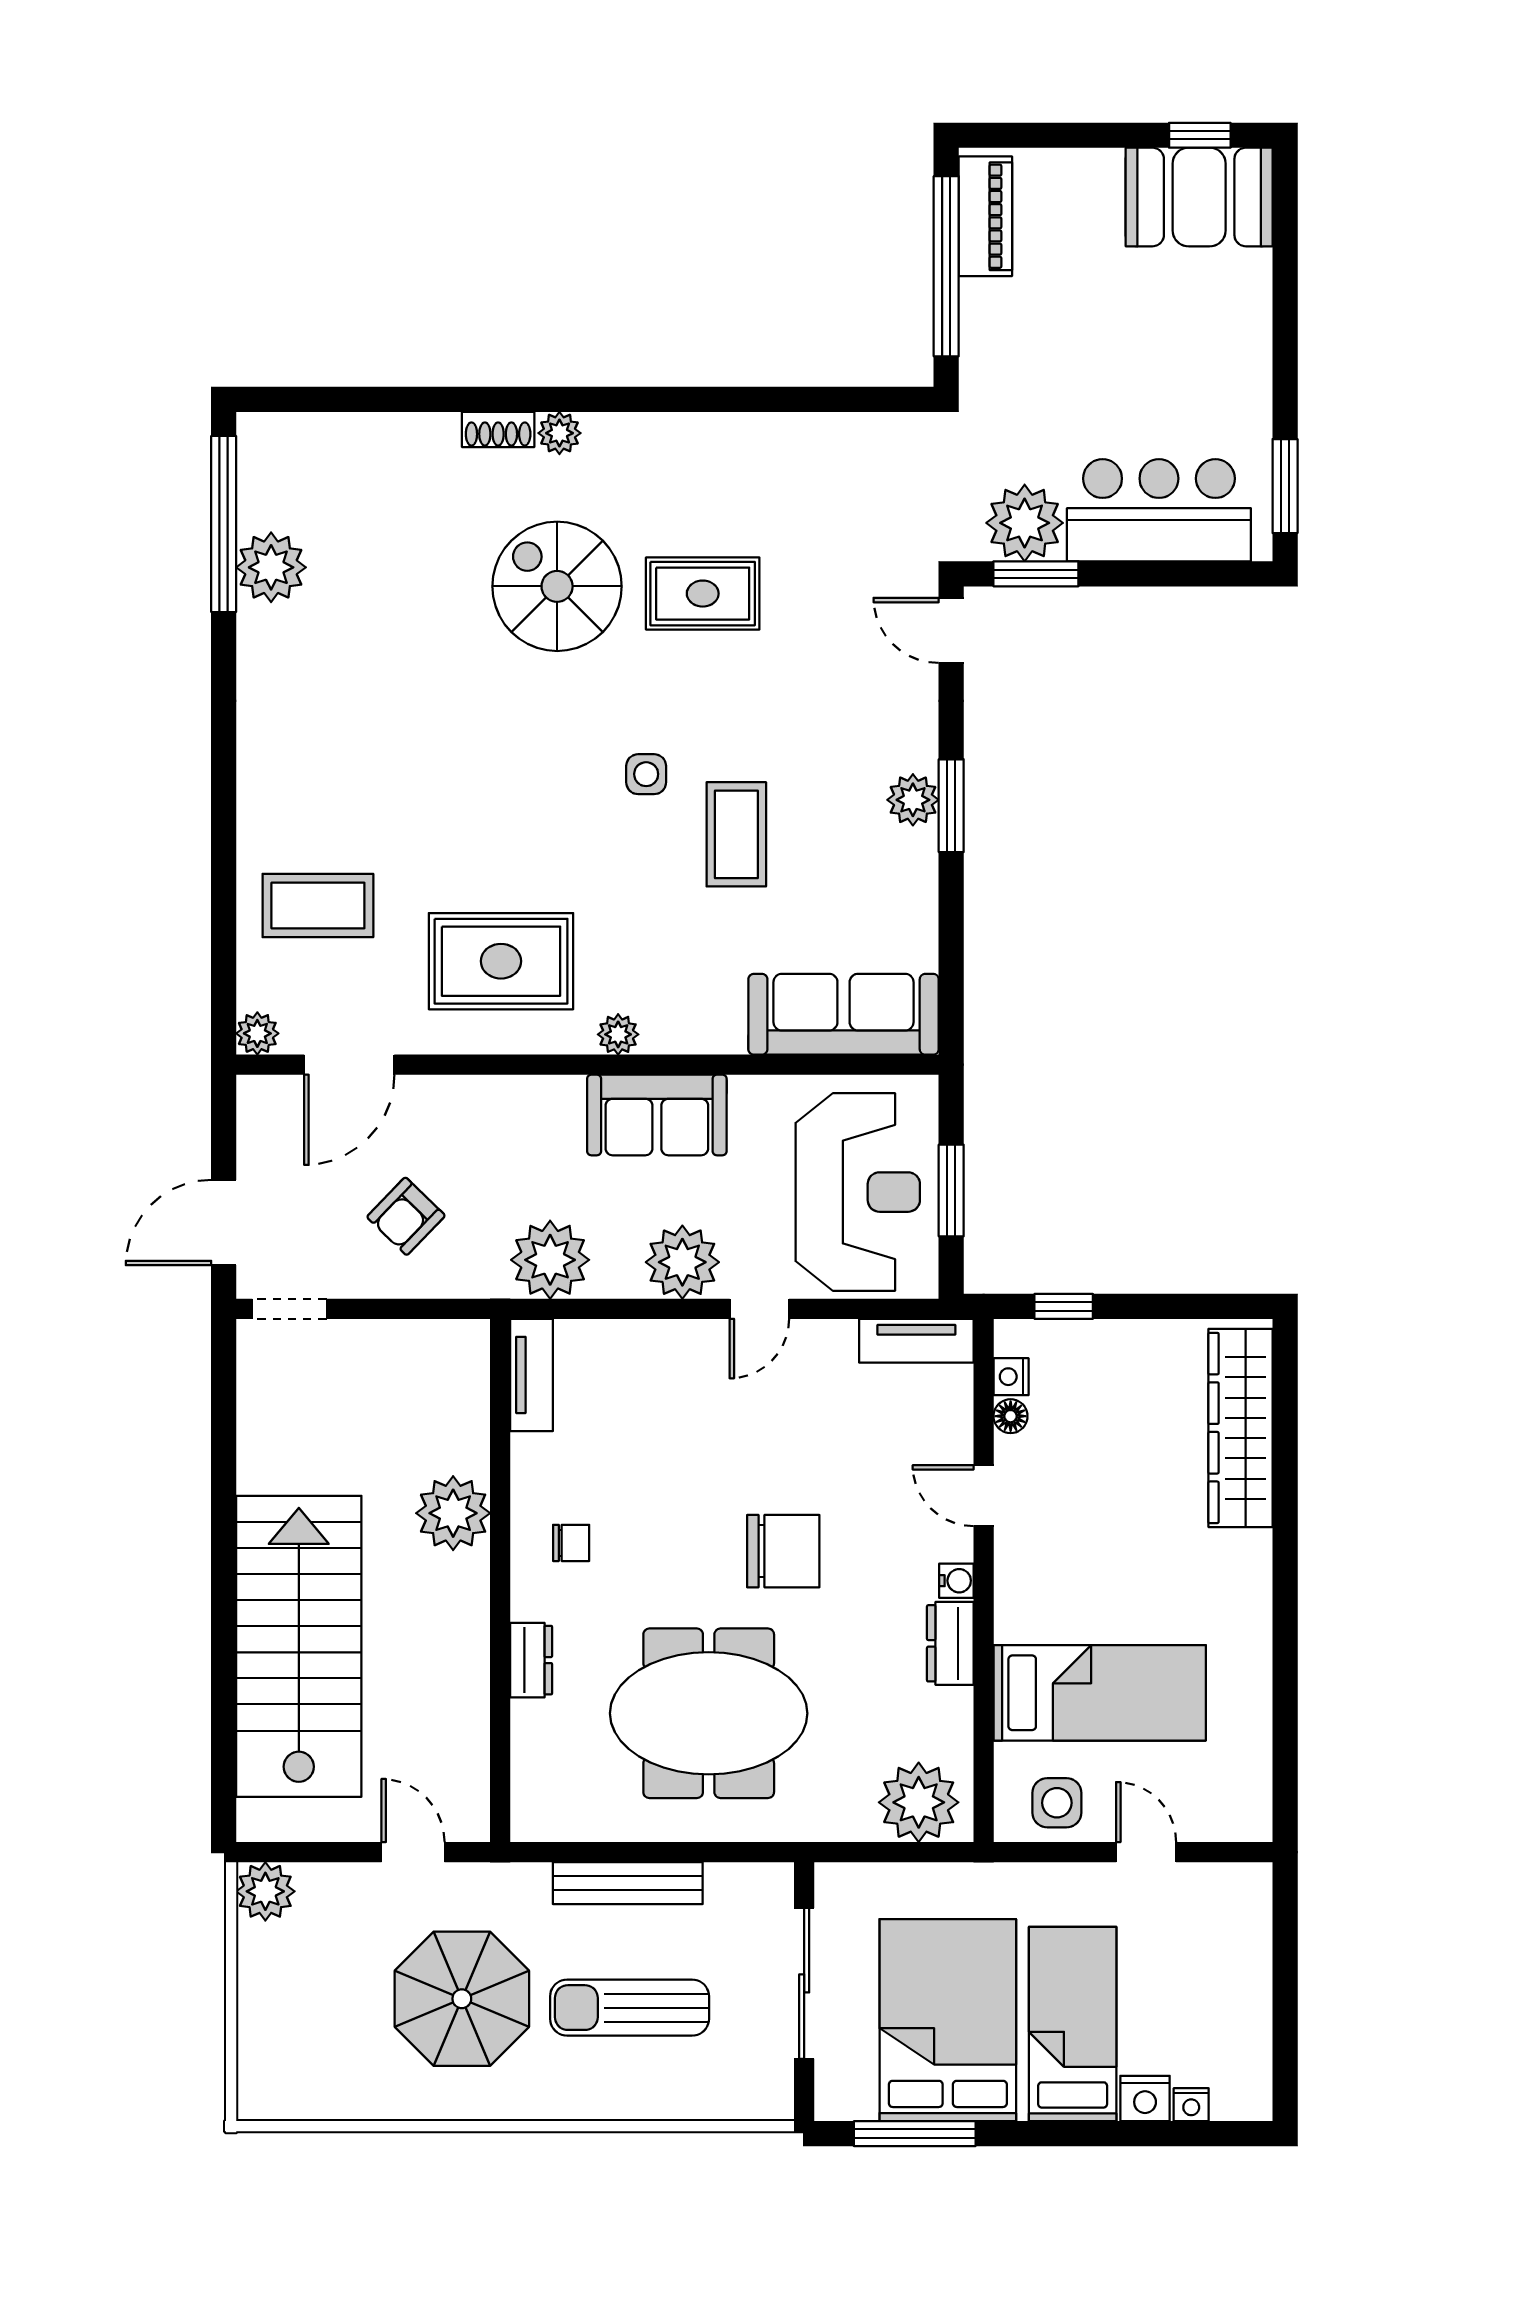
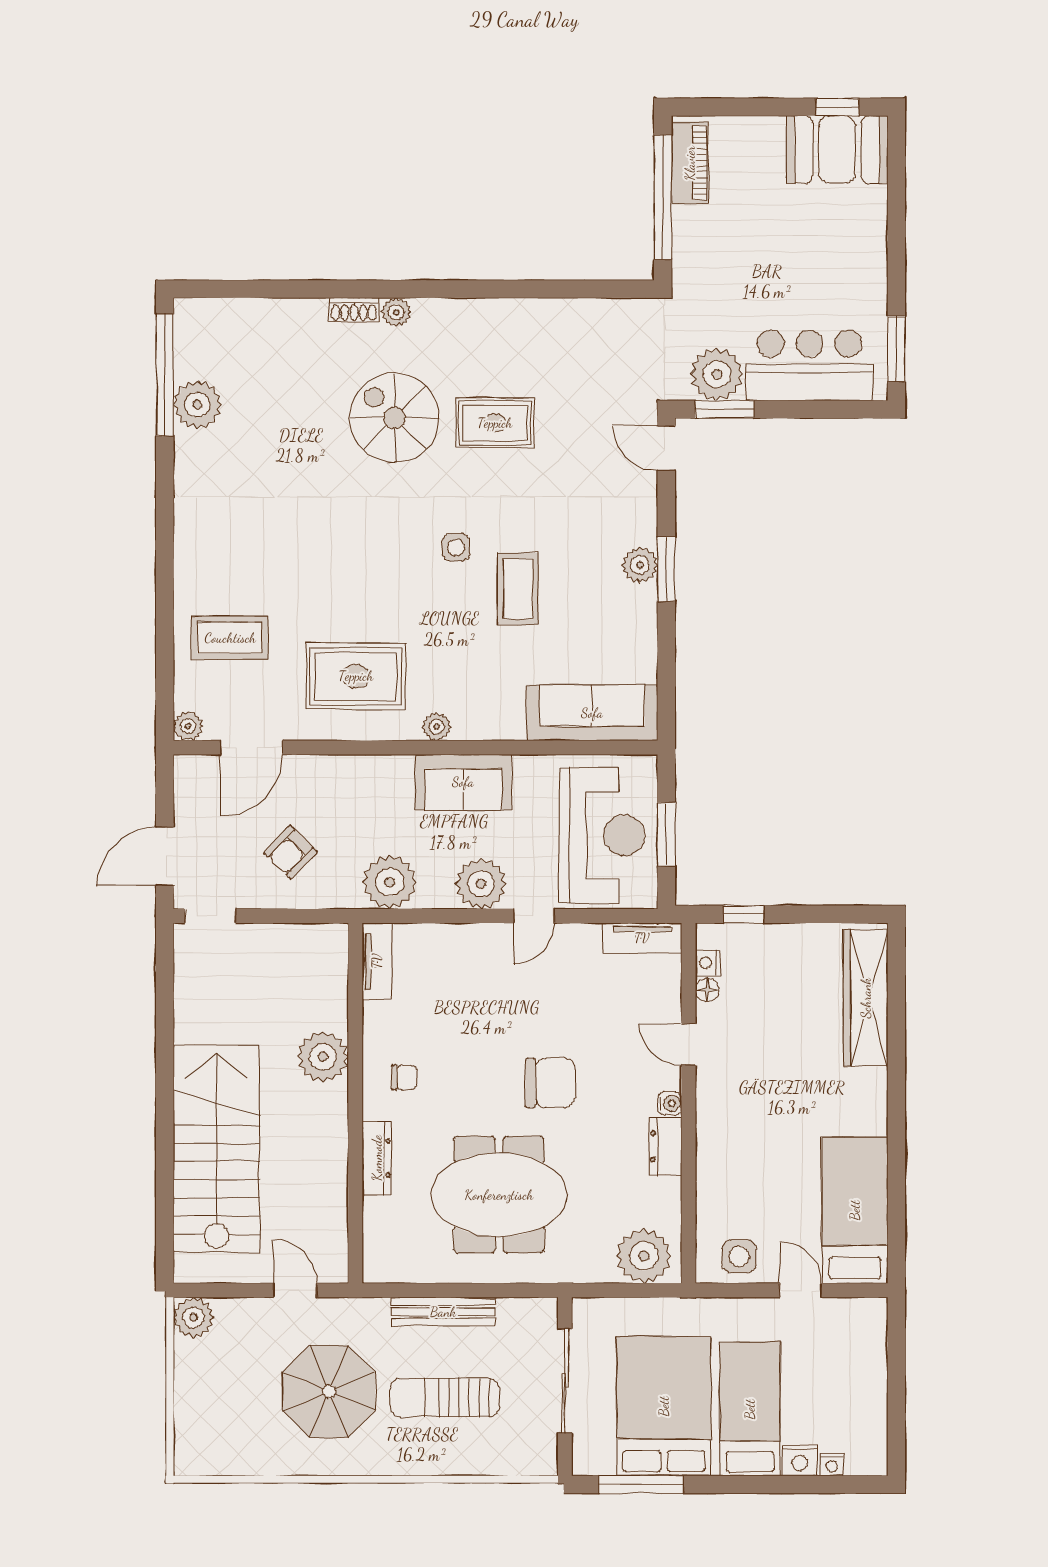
dresser: (531, 1660) -> (377, 1158), width x1.44
bed: (1100, 1693) -> (855, 1210), moved, turned -90

